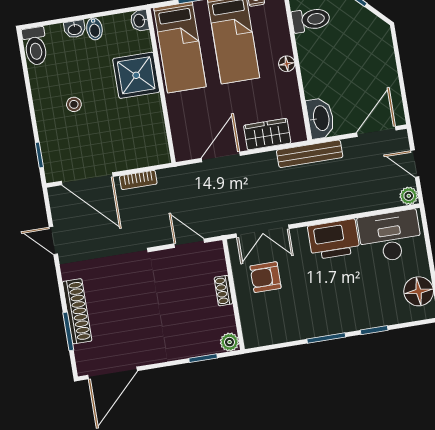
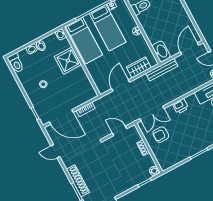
printer: (334, 239) -> (181, 106), width x0.53, depth x0.68

